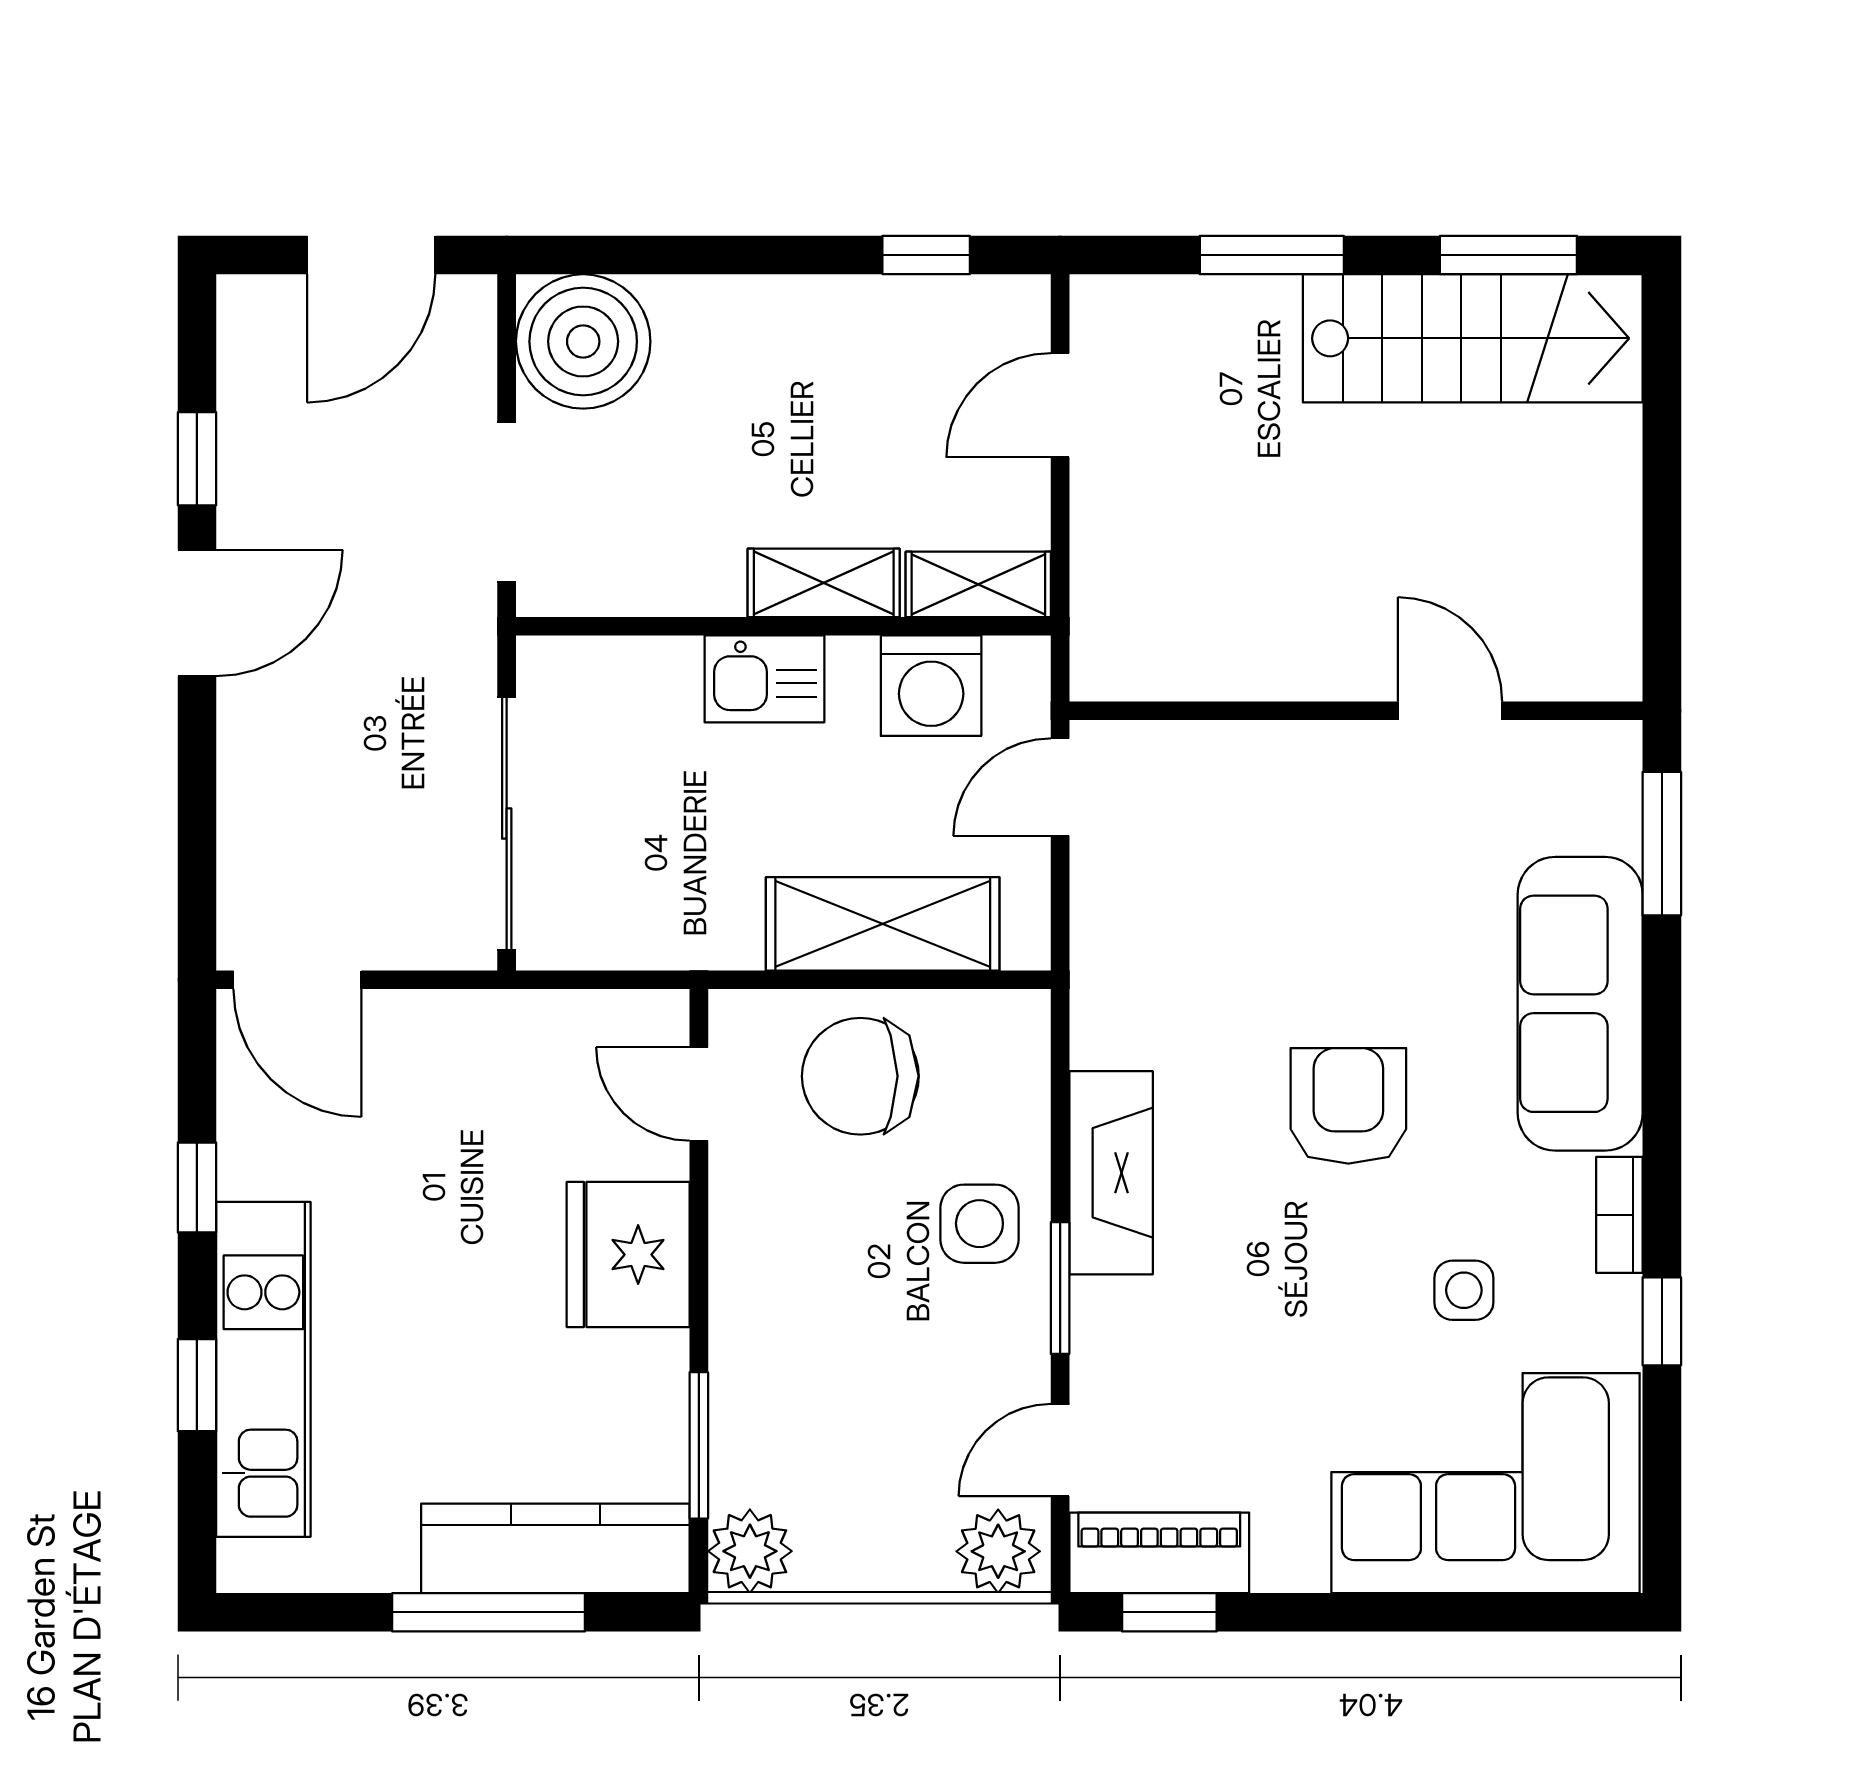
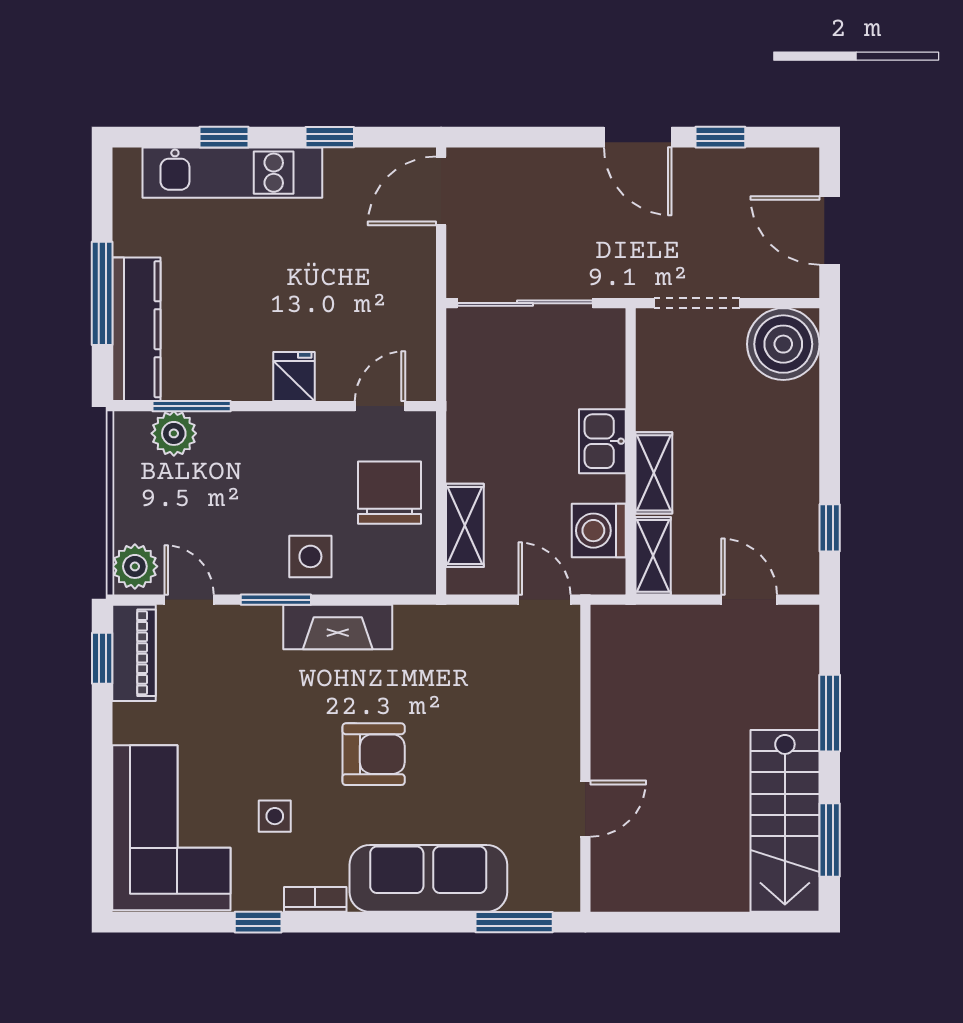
shelving: (883, 924) -> (465, 525), width x0.67, depth x0.75
fridge: (628, 1255) -> (294, 377), width x0.53, depth x0.75
plant: (750, 1551) -> (174, 433), moved

